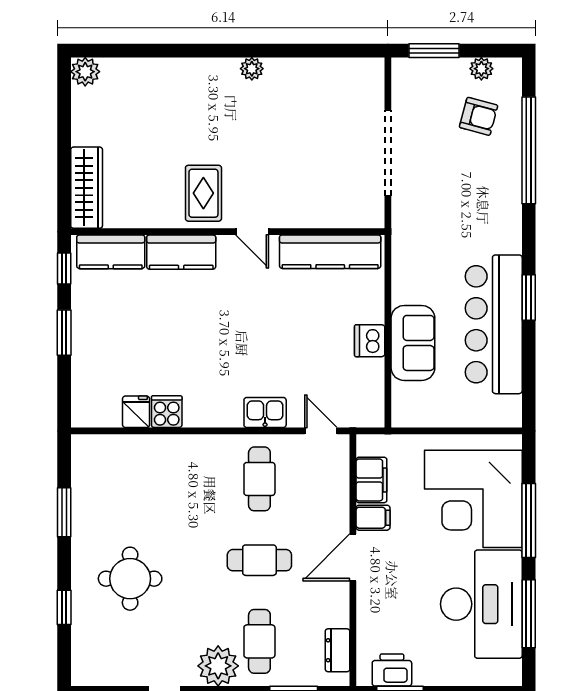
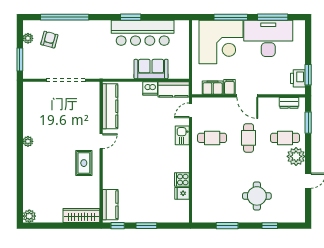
rug: (203, 193) -> (84, 163), turned 90
kitchen counter: (181, 252) -> (174, 89), moved, turned 90

